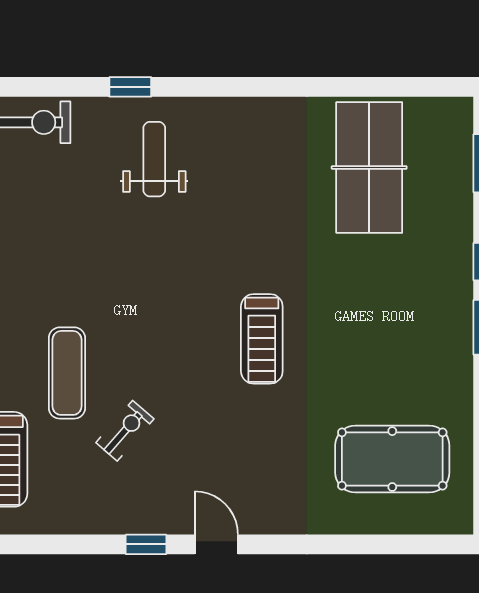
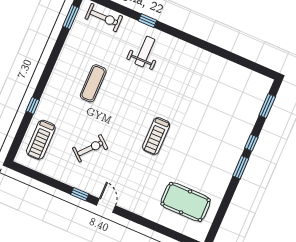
table tennis table: (369, 167) -> (224, 89), removed
exercise mat: (67, 373) -> (93, 83), moved
exercise bike: (125, 431) -> (90, 148), width x1.38, depth x1.39

